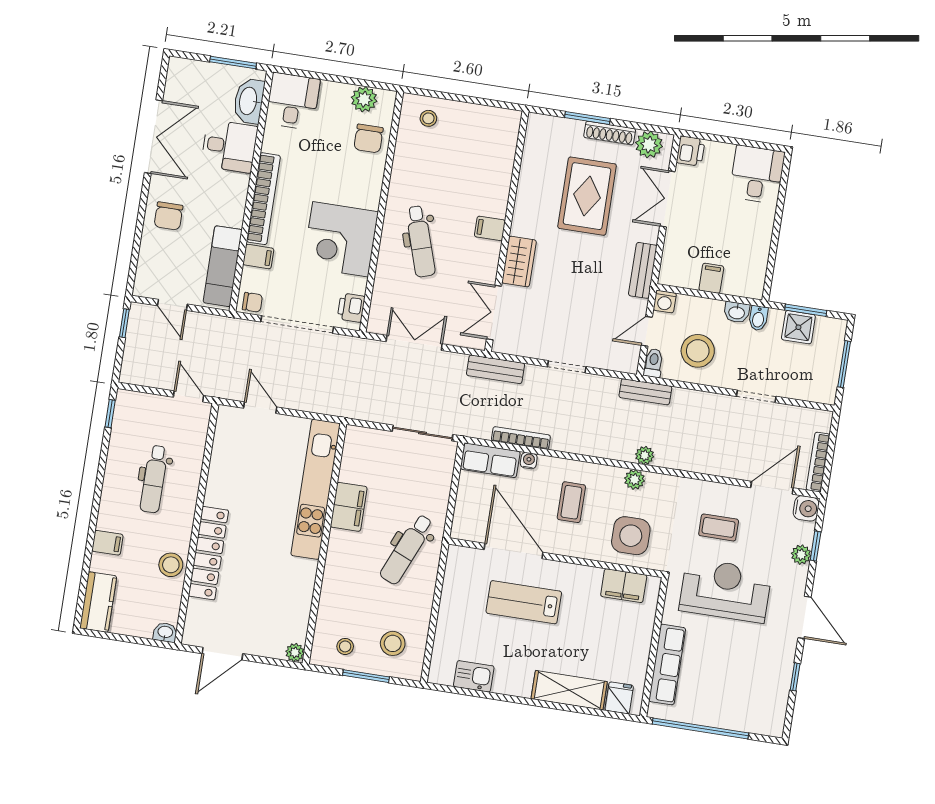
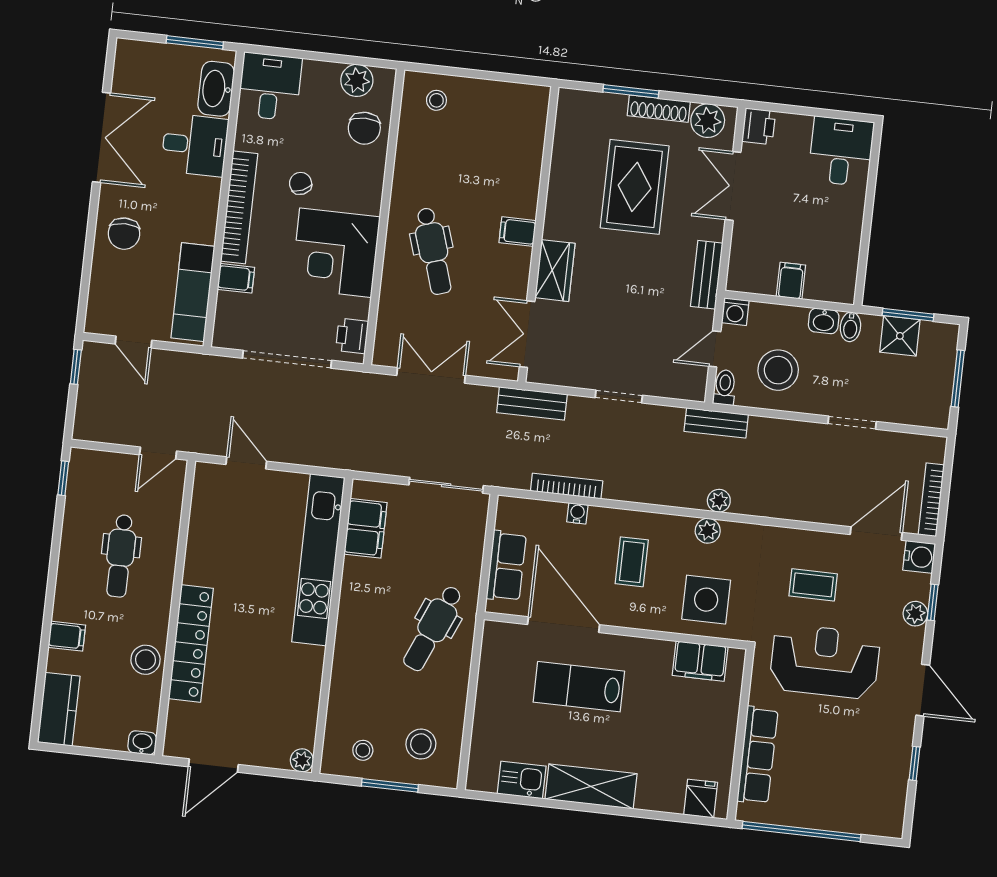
chair: (252, 302) -> (301, 183), moved, turned -114
door: (188, 396) -> (158, 453), swing flipped
row of seats: (490, 460) -> (506, 566), moved, turned -90
filing cabinet: (349, 507) -> (365, 528), moved
shelving: (569, 690) -> (591, 786), moved

